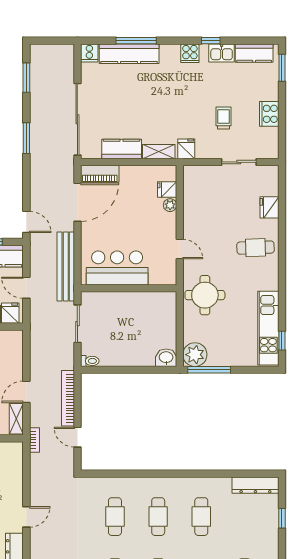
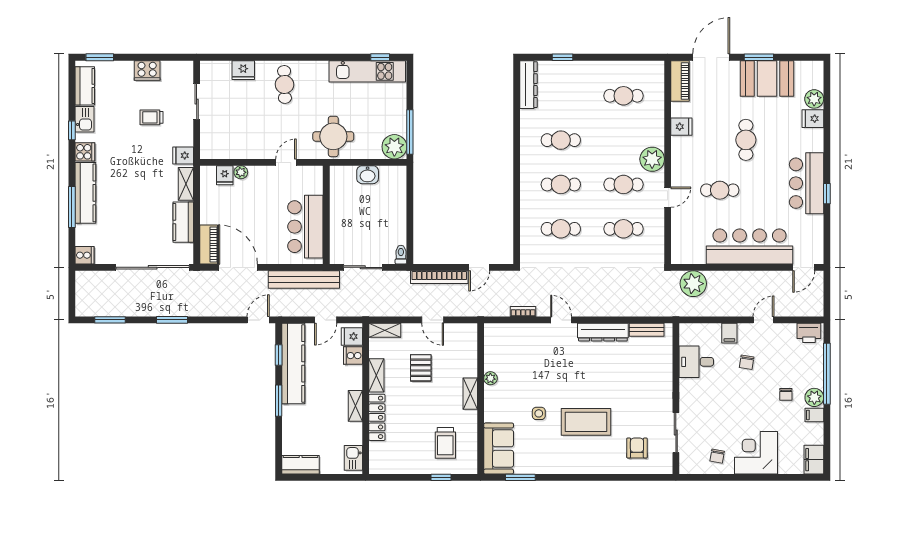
kitchen counter: (129, 54) -> (85, 193), moved
washbasin: (166, 358) -> (368, 175), moved, turned -90
shelving: (16, 419) -> (385, 330), moved
bookcase: (34, 440) -> (523, 312), moved

